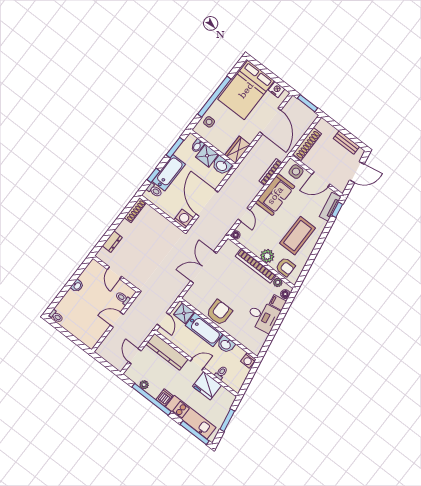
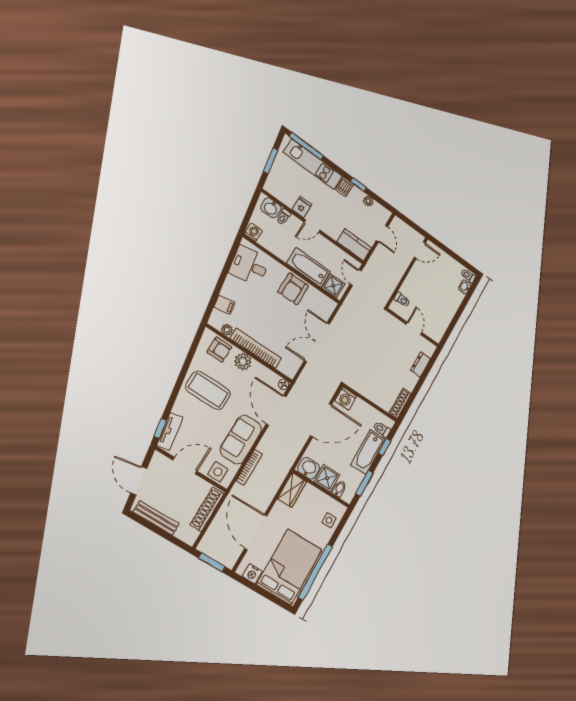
window: (214, 97) -> (315, 572), moved
bench: (346, 143) -> (156, 518), width x1.36
door: (357, 172) -> (139, 481), hinge flipped
door: (207, 203) -> (321, 420), hinge flipped
door: (244, 215) -> (276, 410), width x1.88
coffee table: (298, 236) -> (208, 390), turned 90
double door: (204, 267) -> (317, 342), swing flipped
armchair: (285, 267) -> (219, 349), turned 180
washbasin: (77, 286) -> (465, 287), moved
floor lamp: (285, 294) -> (216, 316), removed
desk: (263, 316) -> (249, 266), moved
door: (117, 320) -> (420, 250), moved
washbasin: (226, 344) -> (271, 208), moved, turned 180
kitchen counter: (167, 352) -> (354, 245), width x0.67
fridge: (207, 386) -> (302, 207), width x0.53, depth x0.75
window: (152, 399) -> (358, 185), width x0.32

